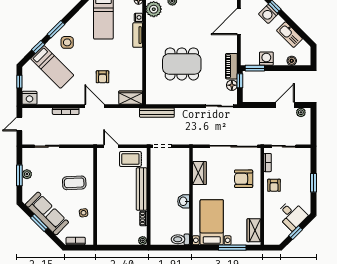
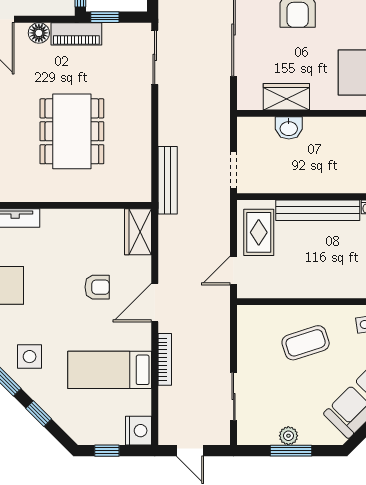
bed: (52, 67) -> (110, 370), moved, turned -135
floor lamp: (232, 85) -> (39, 33), moved
coffee table: (74, 183) -> (306, 343), turned 75
washbasin: (184, 201) -> (289, 128), moved

